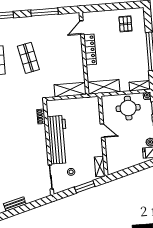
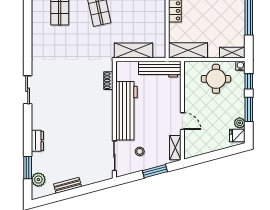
shelving: (70, 90) -> (134, 51), moved
workbench: (82, 104) -> (160, 69), added
door: (103, 131) -> (182, 121), moved

